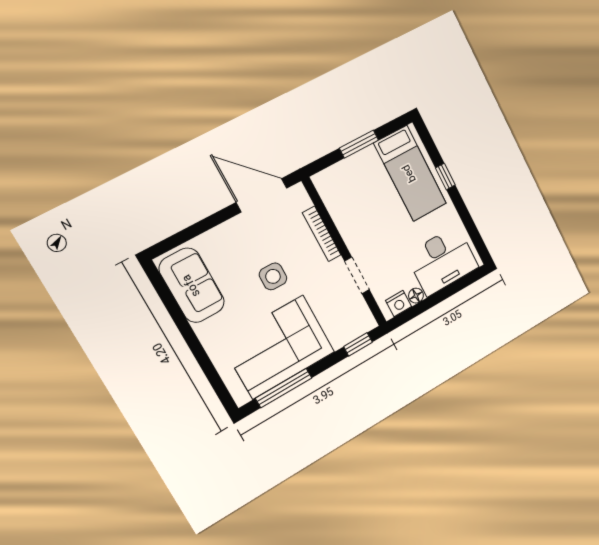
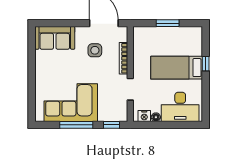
bed: (410, 173) -> (177, 68), moved, turned 90
side table: (273, 276) -> (95, 50), moved
sofa: (192, 285) -> (55, 38), moved, turned 90
window: (284, 388) -> (76, 125), moved

